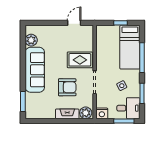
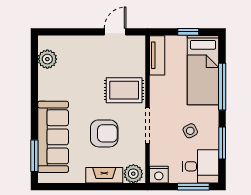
tv unit: (101, 38) -> (157, 55), added
sofa: (35, 70) -> (53, 137), moved

